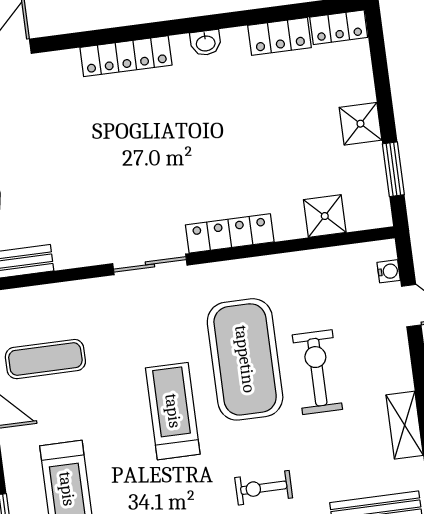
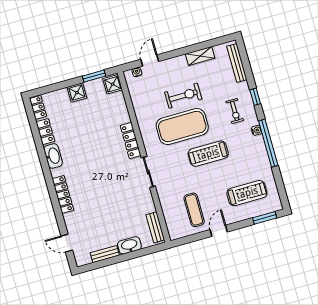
washbasin: (206, 43) -> (53, 156), width x1.91, depth x1.45
shower: (325, 216) -> (113, 84), moved
exercise bike: (317, 372) -> (183, 96), turned 180

